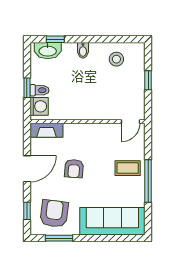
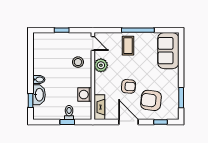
washbasin: (48, 51) -> (39, 95), moved
stool: (116, 59) -> (78, 62), moved
washing machine: (39, 106) -> (85, 95), moved, turned -90
plant: (102, 132) -> (101, 65), added
armchair: (54, 214) -> (151, 100), moved
sofa: (112, 221) -> (168, 51), width x0.73

